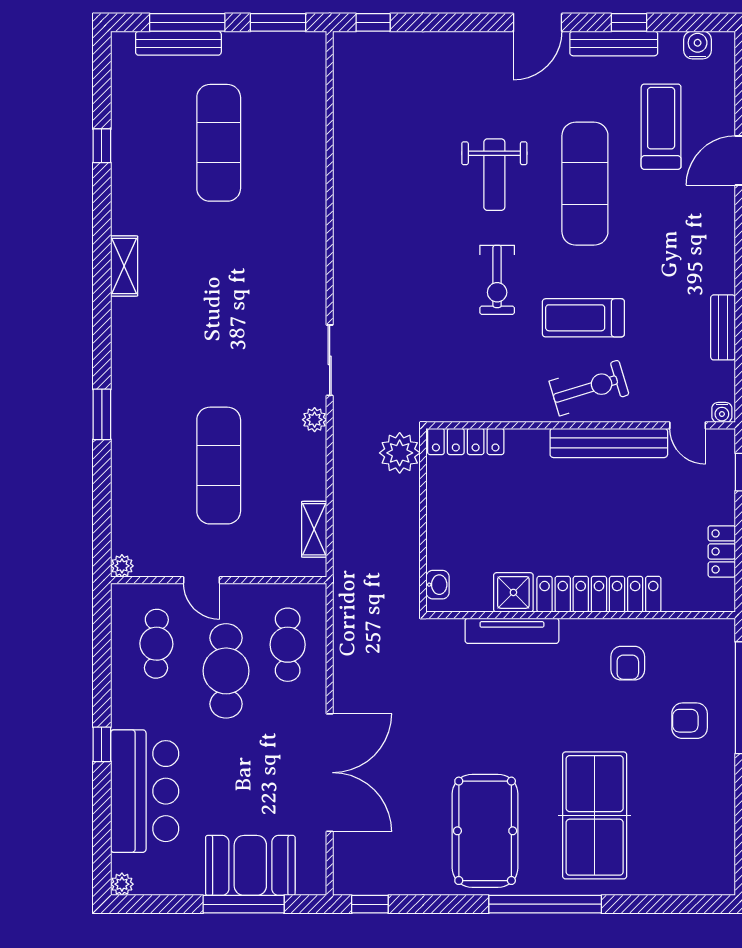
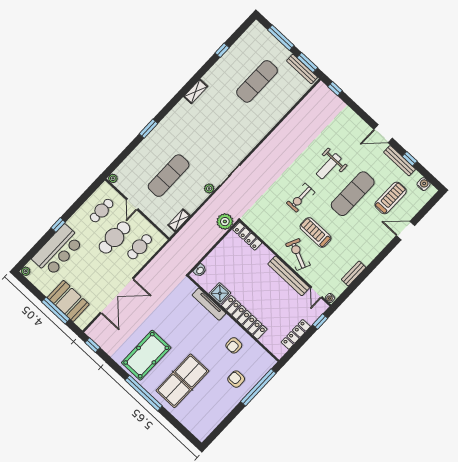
bench: (178, 43) -> (302, 69), moved
exercise bike: (589, 388) -> (298, 254), turned -139
locker: (722, 551) -> (296, 334), width x1.53

